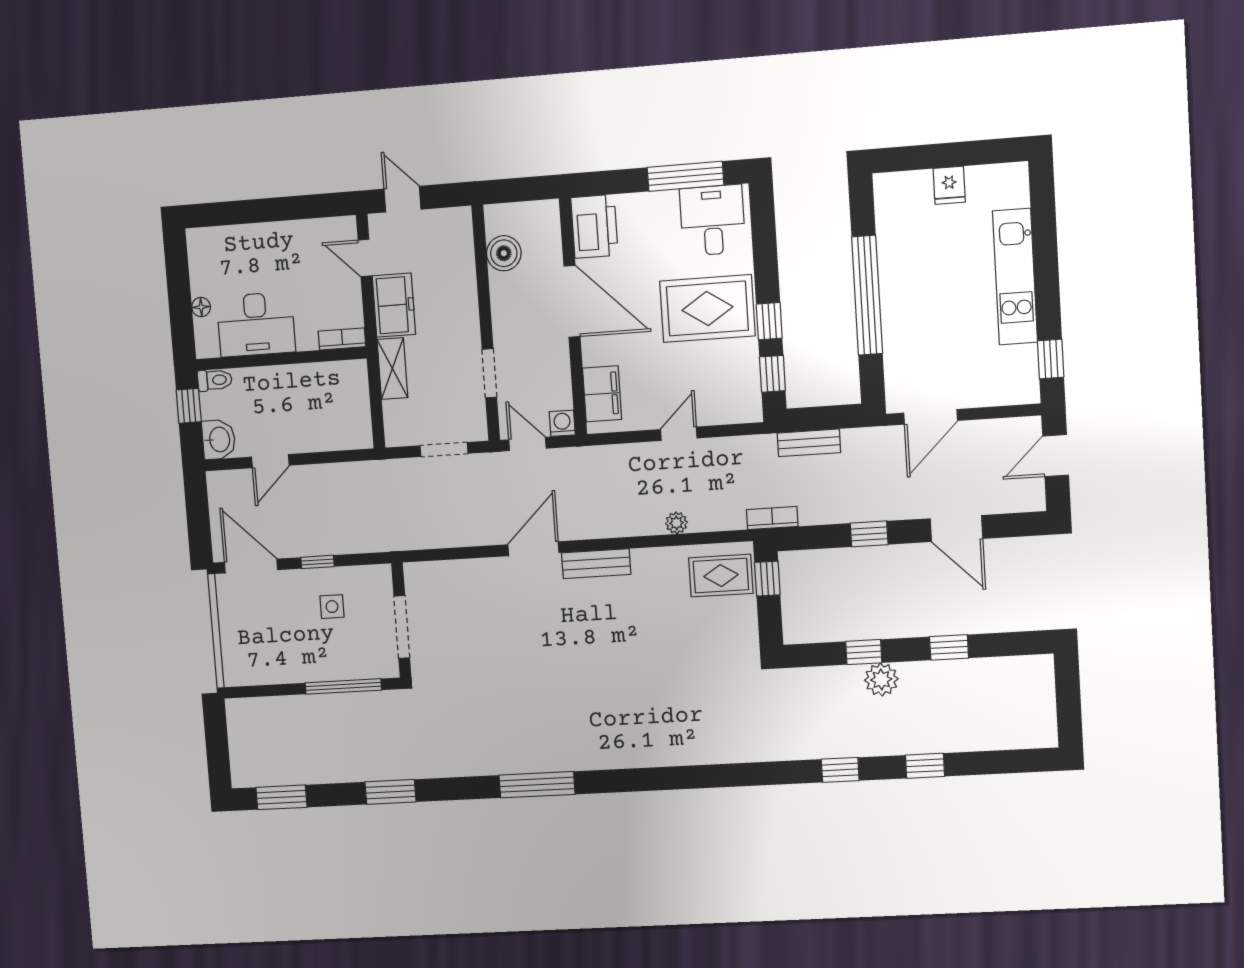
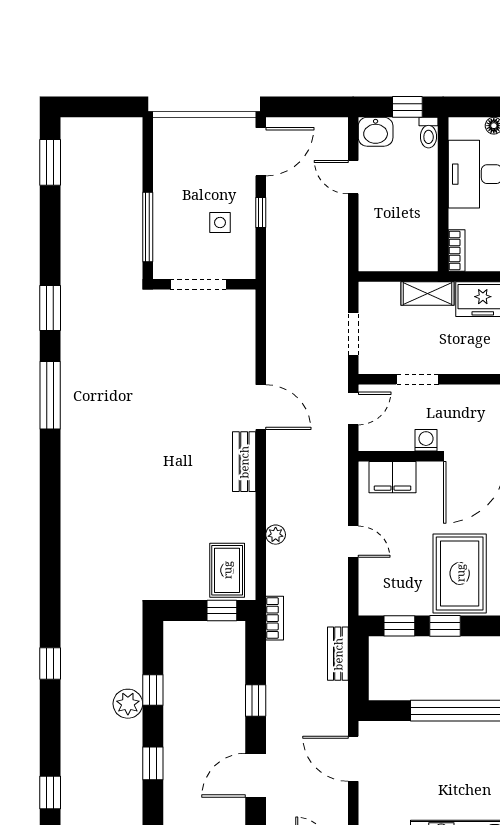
washing machine: (562, 423) -> (426, 440), moved, turned -90
window: (925, 766) -> (50, 793), moved
window: (390, 792) -> (50, 308), moved

